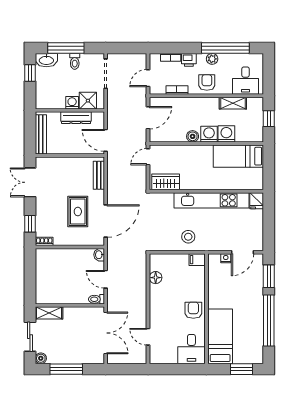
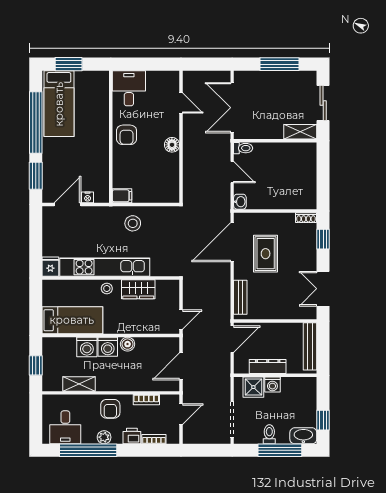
desk: (246, 81) -> (65, 427), moved, turned 180
door: (106, 140) -> (232, 339), hinge flipped
double door: (30, 182) -> (323, 289), swing flipped
wardrobe: (166, 182) -> (138, 289), moved
stool: (210, 183) -> (107, 288), added
floor lamp: (156, 278) -> (172, 145), moved
bed: (220, 336) -> (59, 104), moved
boiler: (41, 358) -> (310, 77), removed

